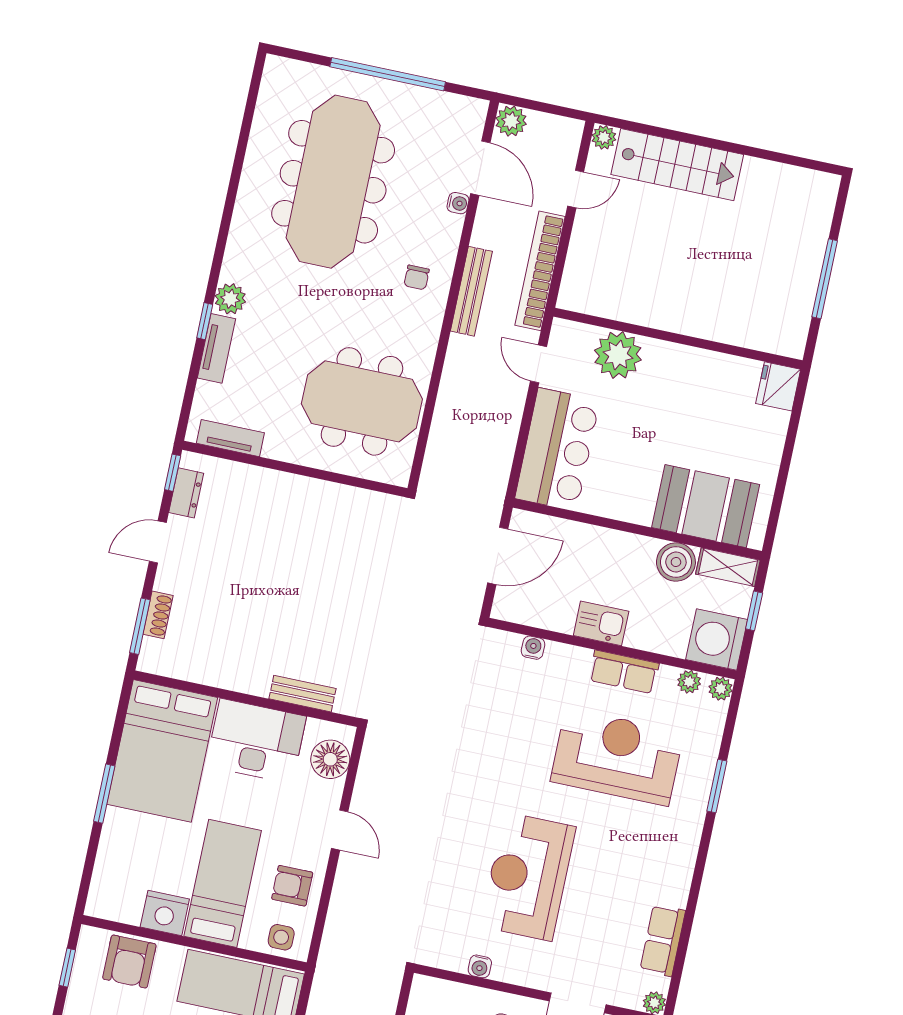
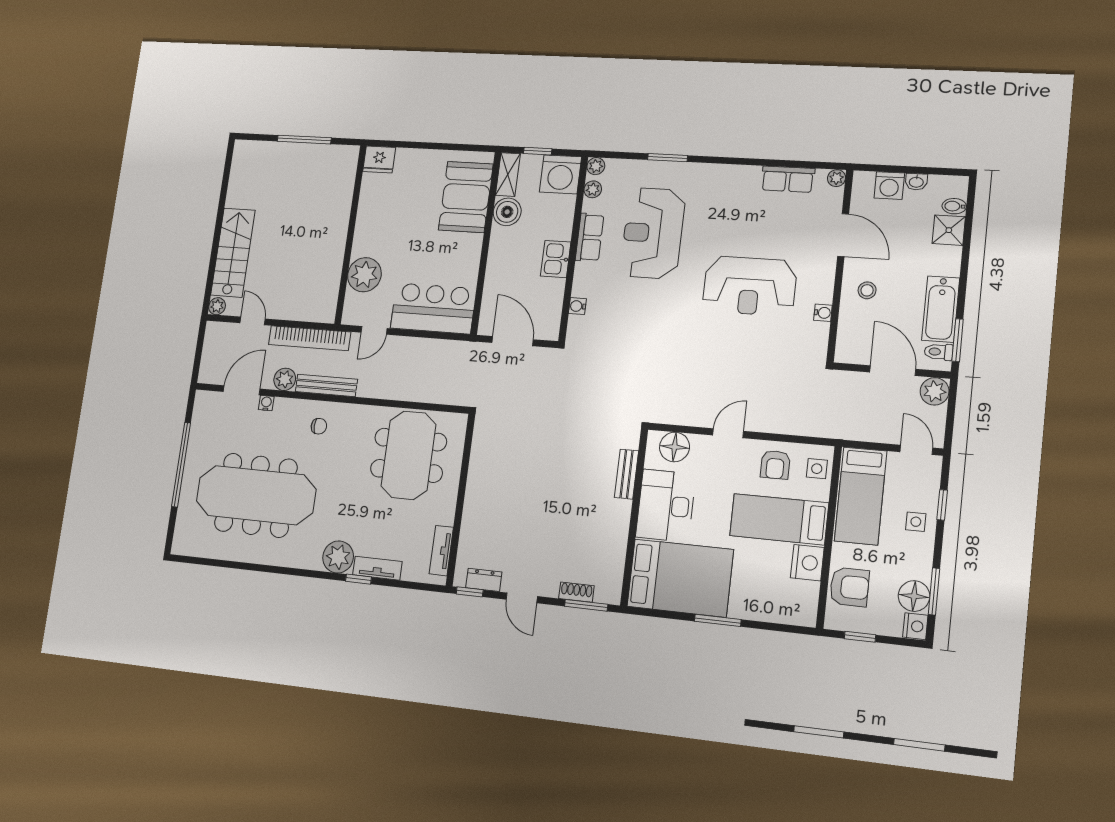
plant: (511, 121) -> (285, 379), moved
plant: (230, 299) -> (338, 557), width x1.36, depth x1.36

